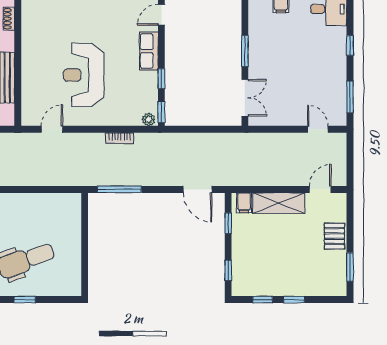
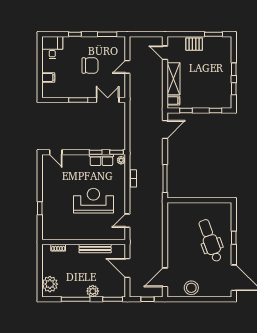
row of seats: (149, 51) -> (101, 160), moved
chair: (300, 70) -> (90, 66), added
reception desk: (84, 75) -> (93, 201), turned 180
door: (52, 129) -> (127, 221), hinge flipped
door: (318, 129) -> (127, 67), moved

